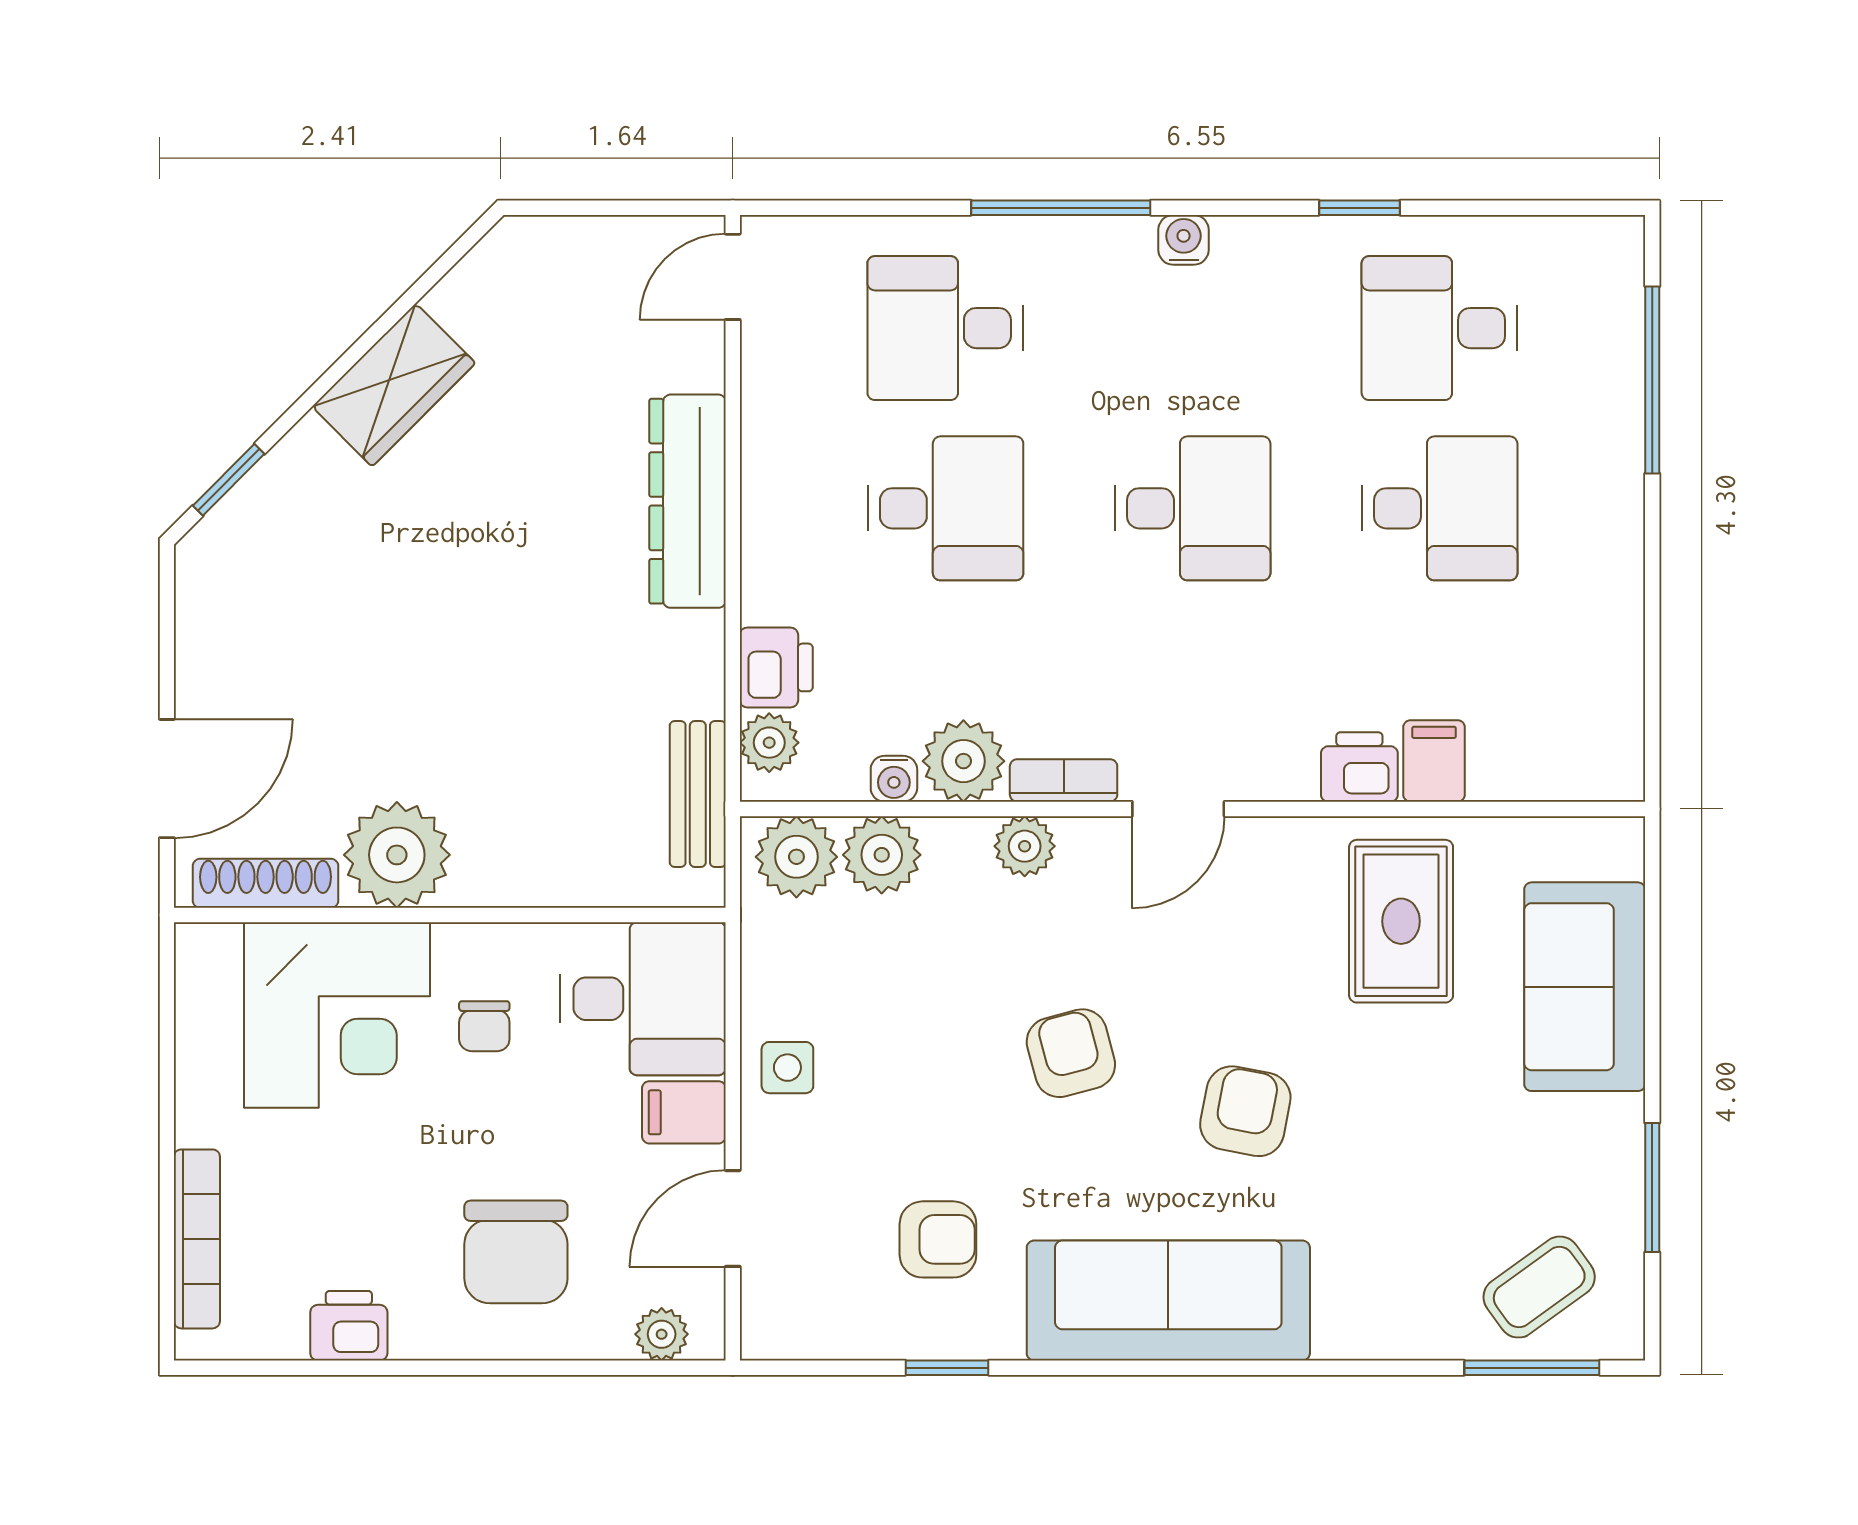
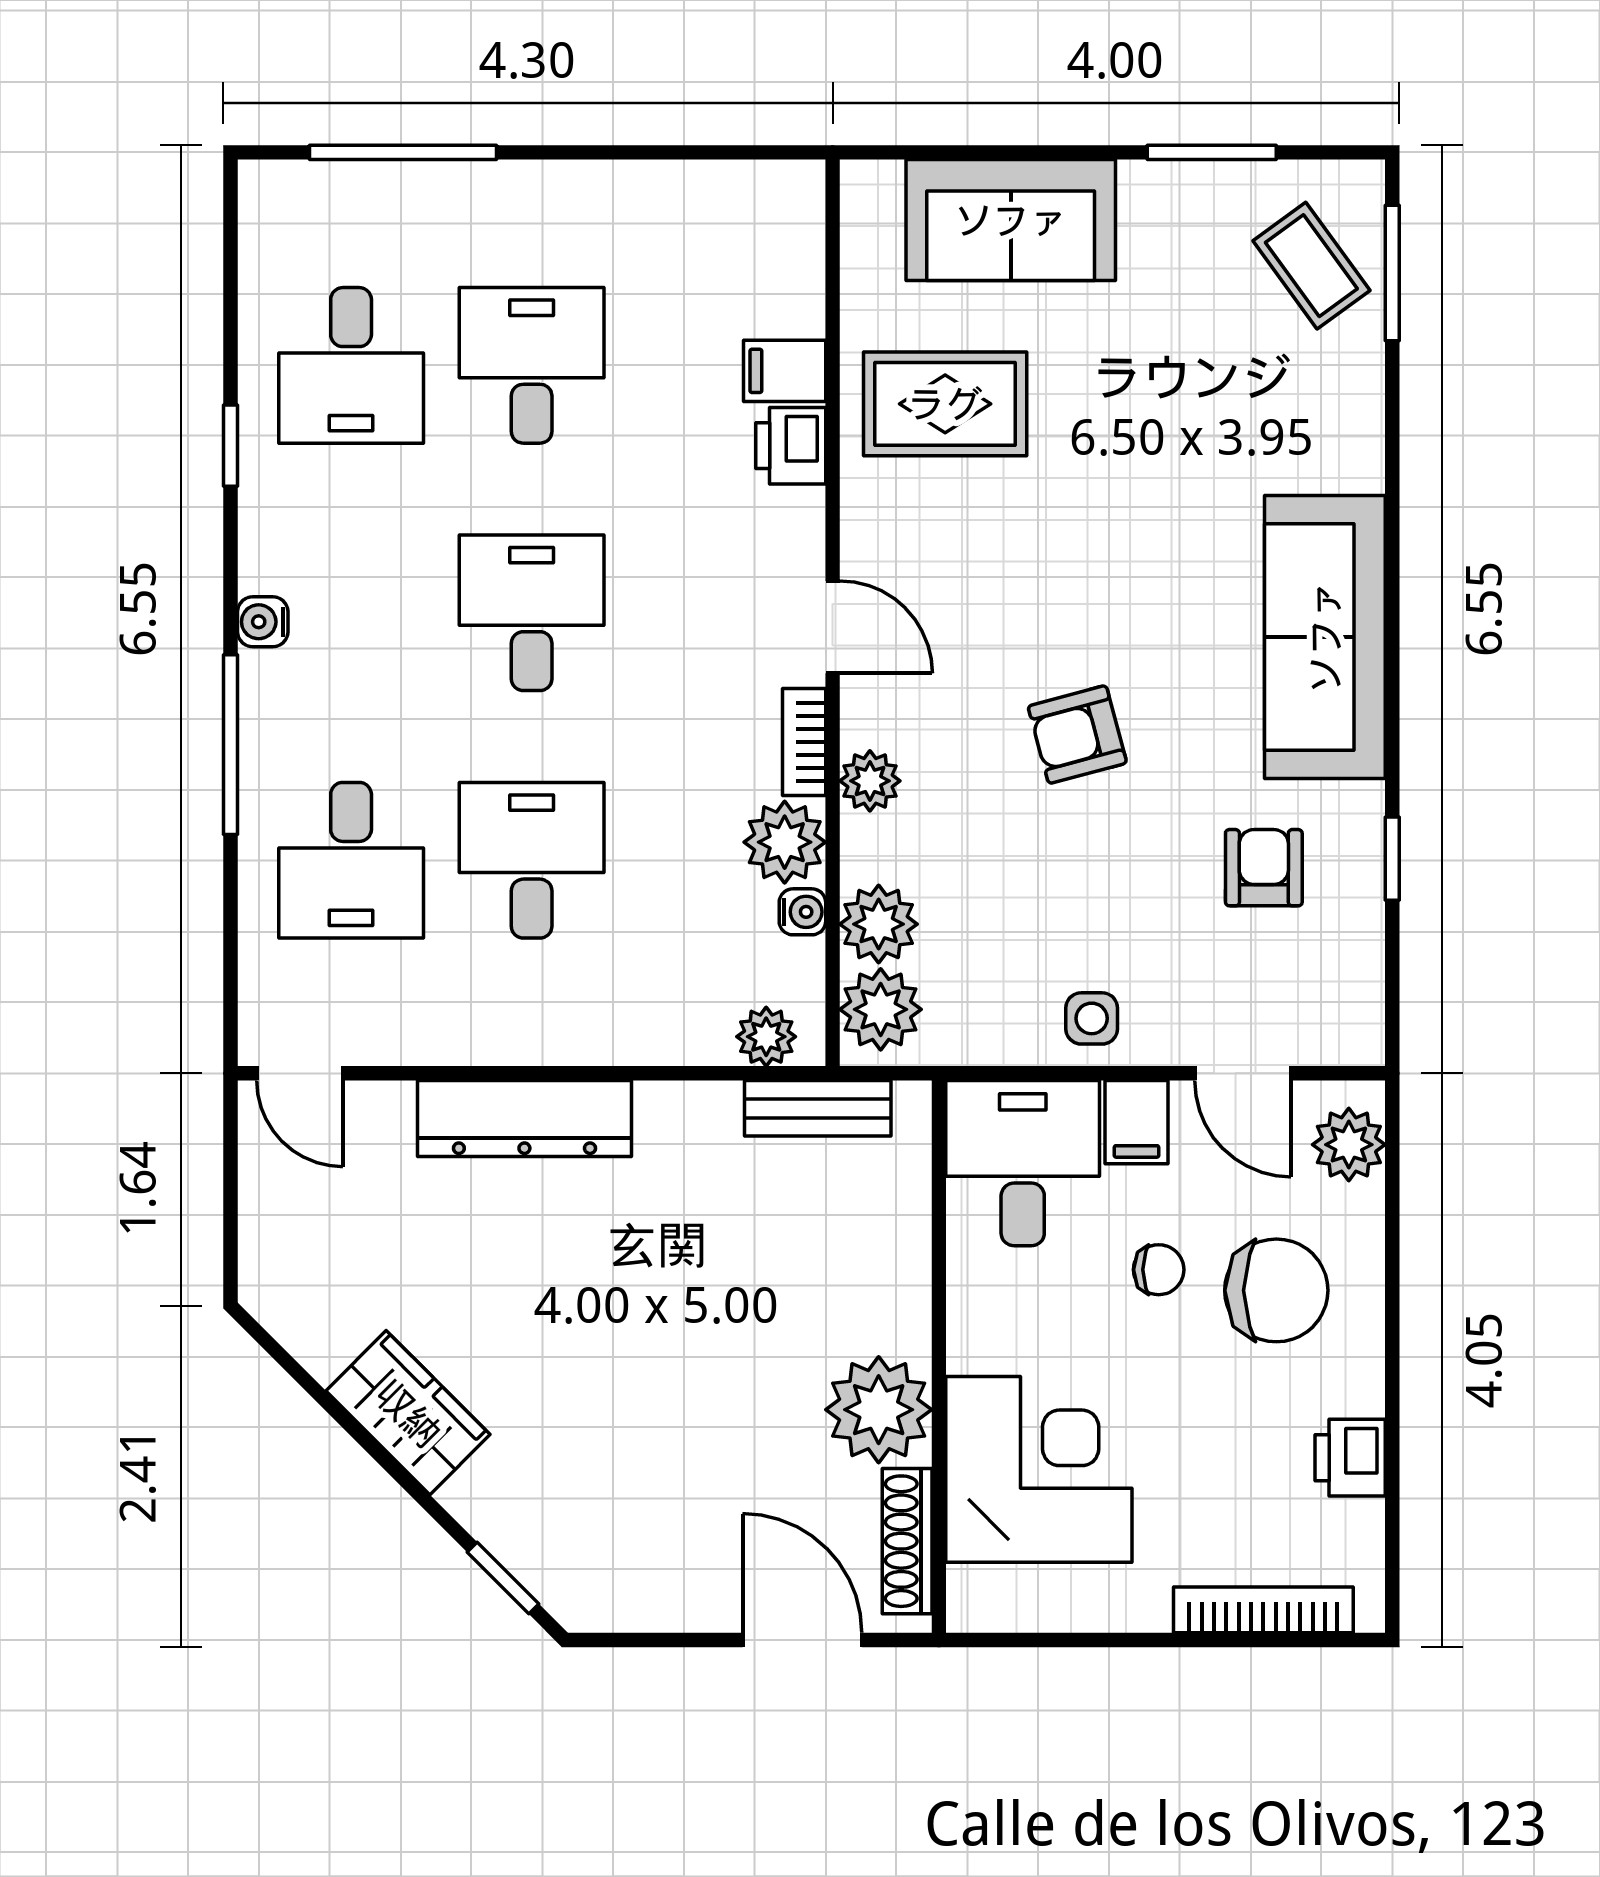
printer: (776, 667) -> (691, 1030), removed
chair: (484, 1026) -> (1159, 1270), moved
armchair: (1245, 1111) -> (1135, 560), removed
plant: (662, 1334) -> (1349, 1145), width x1.38, depth x1.38

